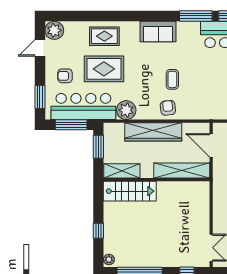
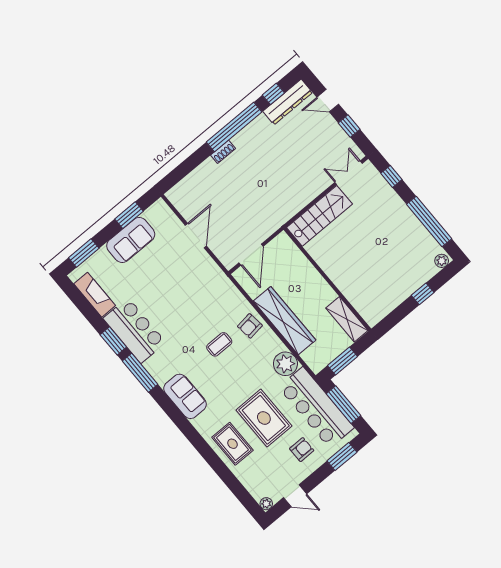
plant: (54, 30) -> (266, 504), width x0.53, depth x0.53
armchair: (65, 76) -> (302, 450), turned -90
shelving: (182, 171) -> (299, 262), removed
stairs: (130, 191) -> (319, 216), moved, turned 90

